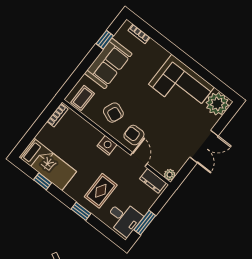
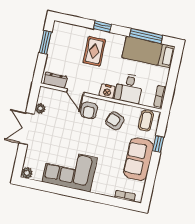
window: (105, 40) -> (158, 144), moved
plant: (217, 104) -> (27, 173), width x0.53, depth x0.53
armchair: (134, 135) -> (89, 110), turned 90
plant: (170, 175) -> (40, 109), moved
window: (43, 181) -> (146, 36), width x2.17
desk: (124, 218) -> (129, 88), moved, turned -90

